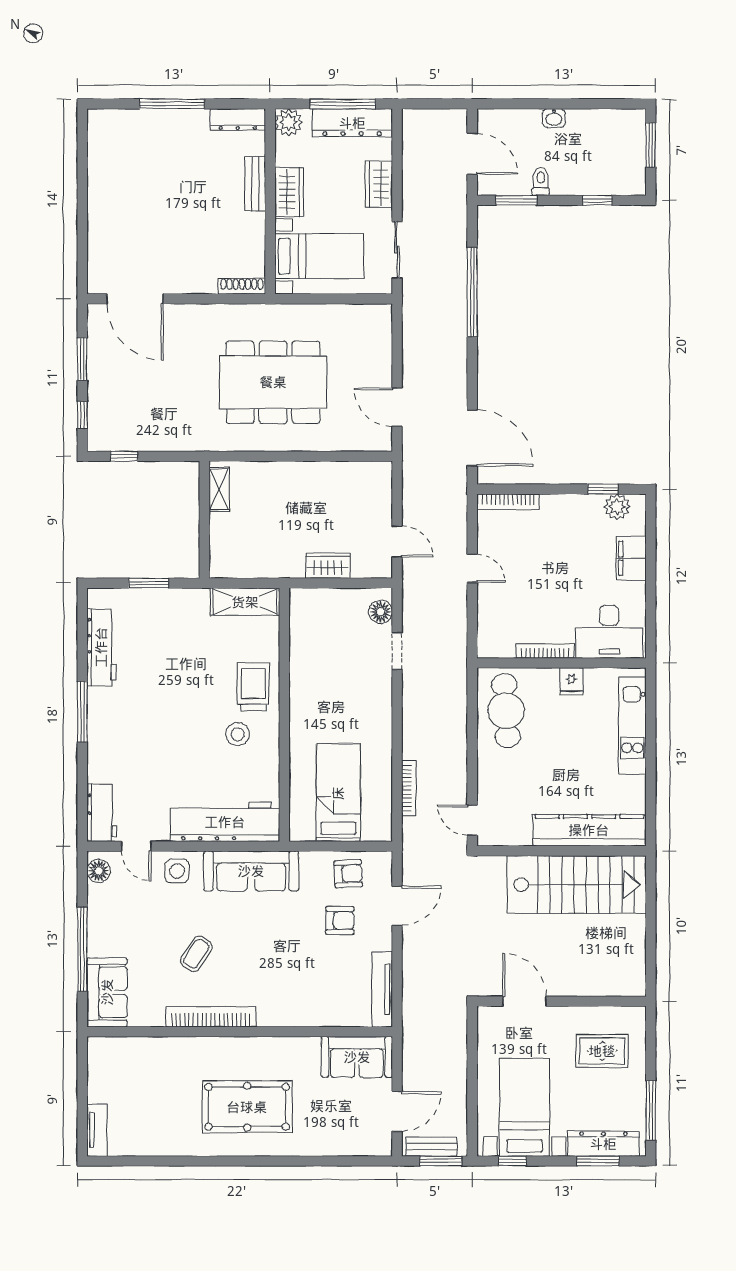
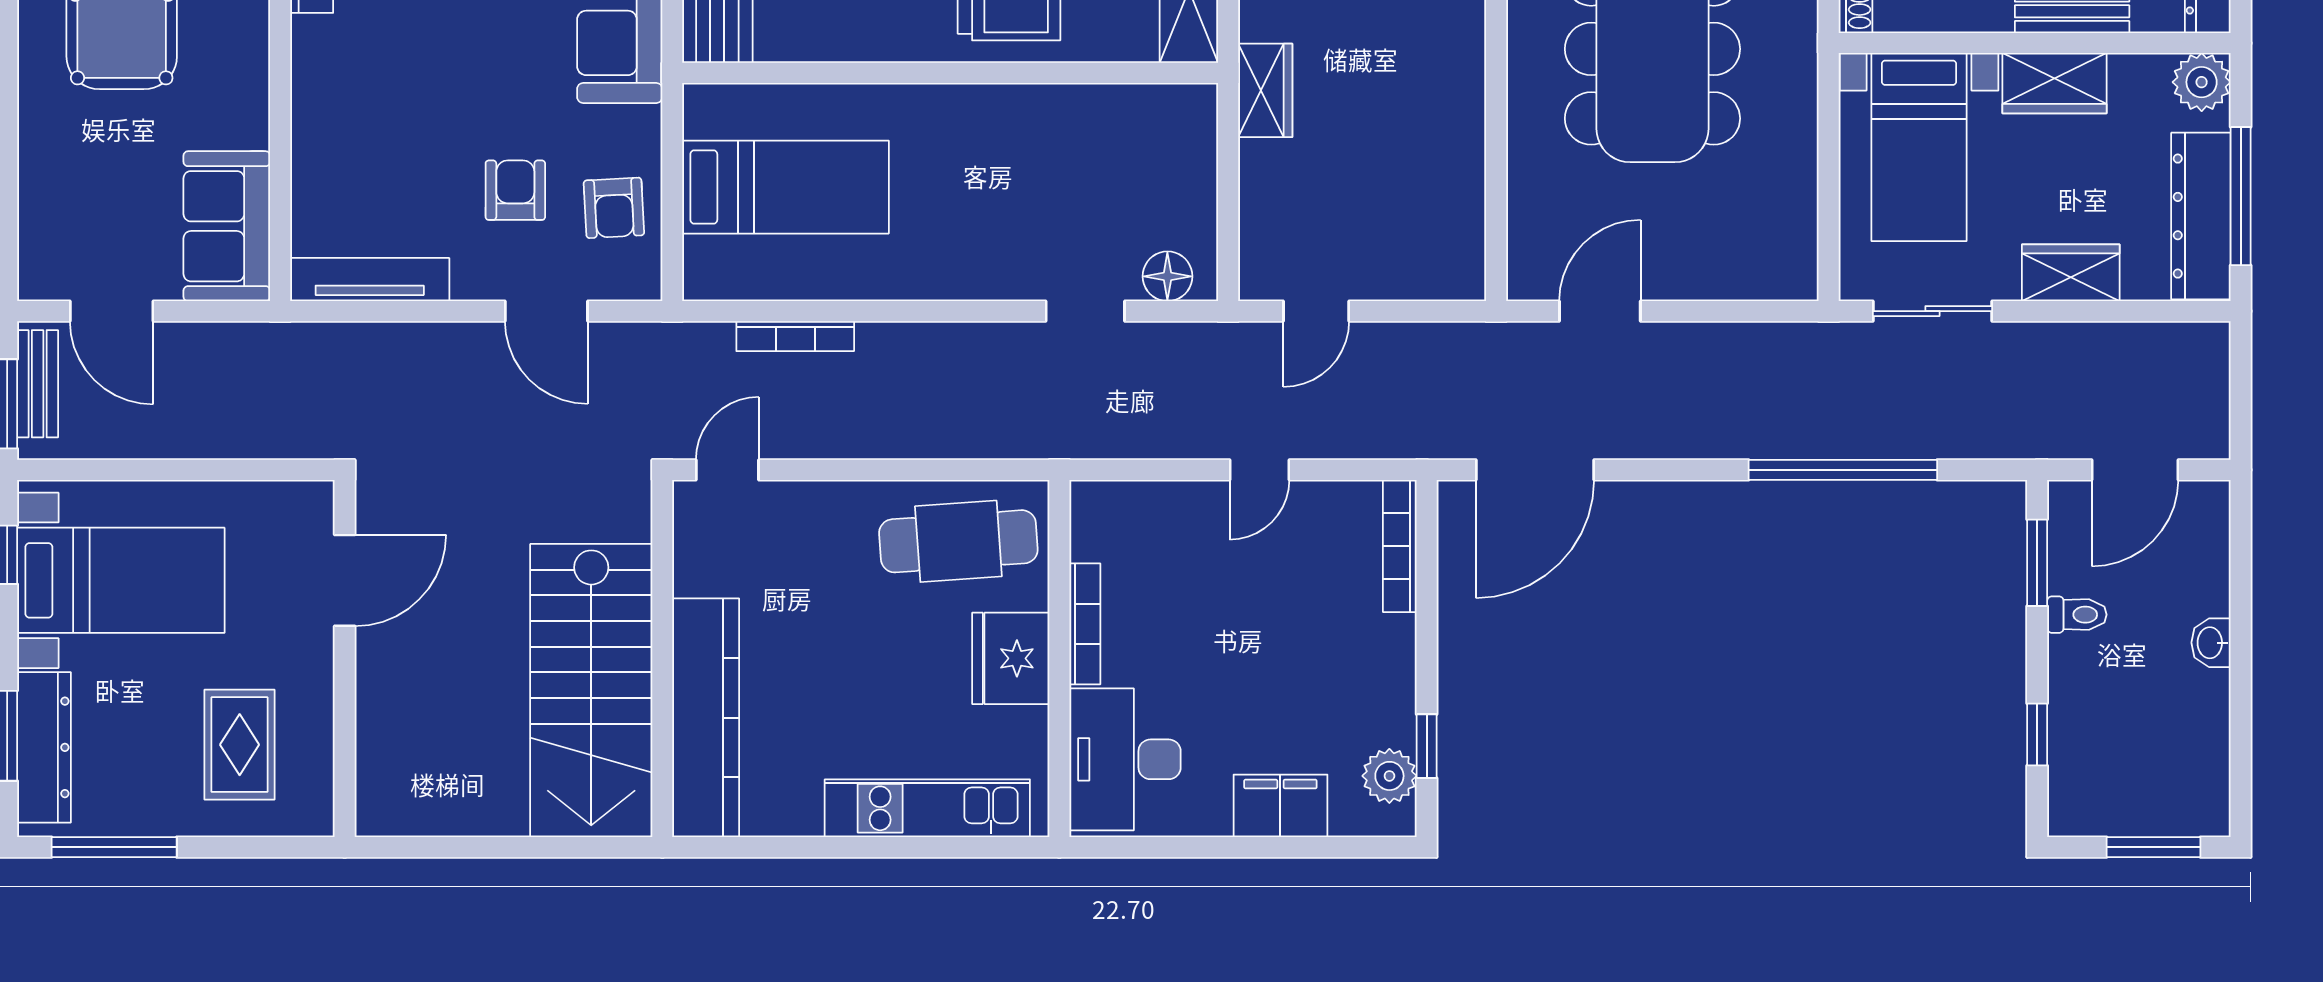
wardrobe: (328, 566) -> (1265, 90), moved
fridge: (572, 681) -> (1011, 658), width x1.88, depth x1.34
armchair: (340, 920) -> (515, 190), turned 180

